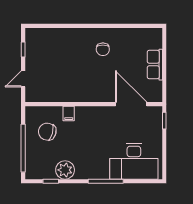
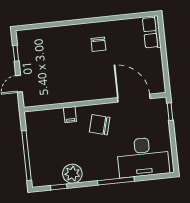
row of seats: (155, 65) -> (152, 32), moved
chair: (47, 132) -> (100, 125), moved

